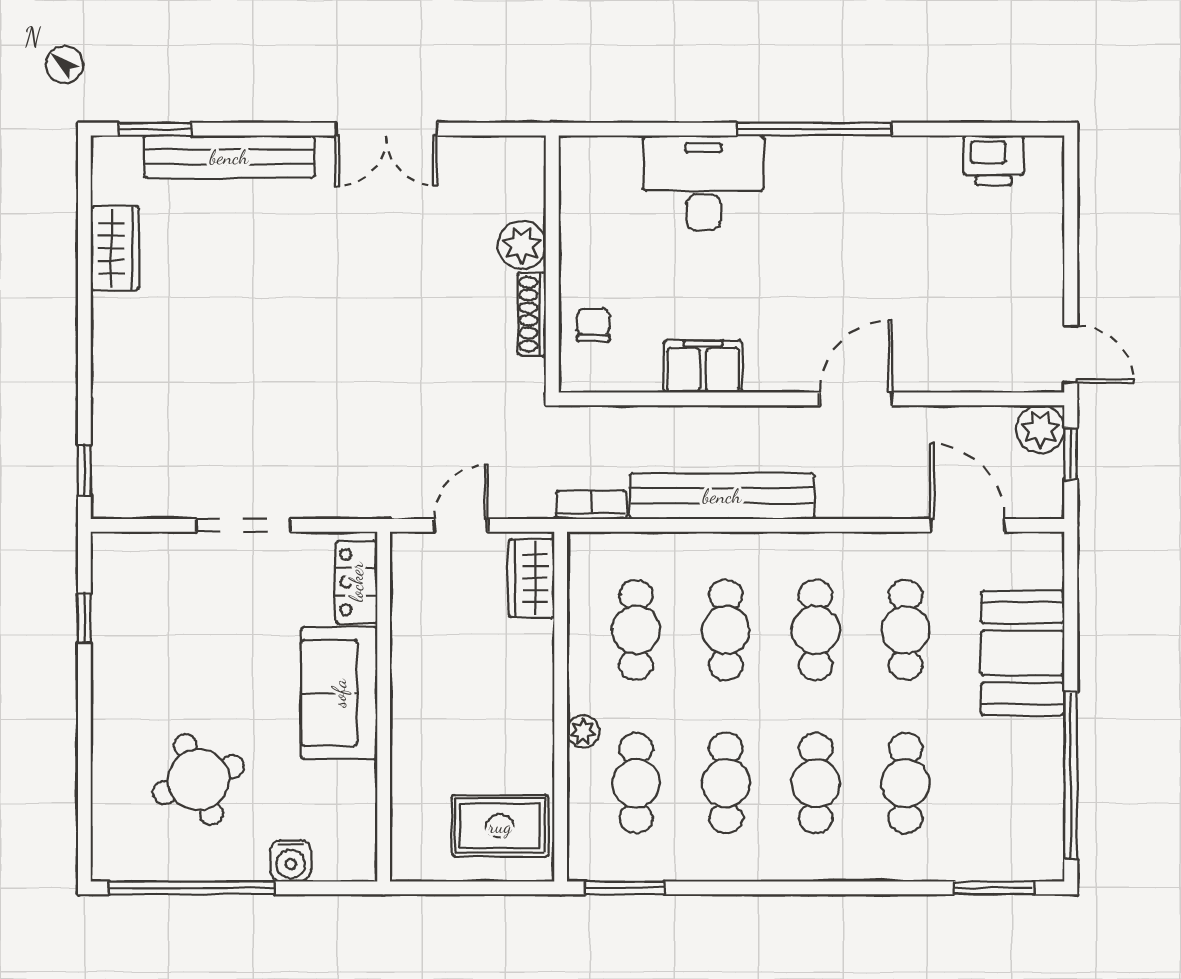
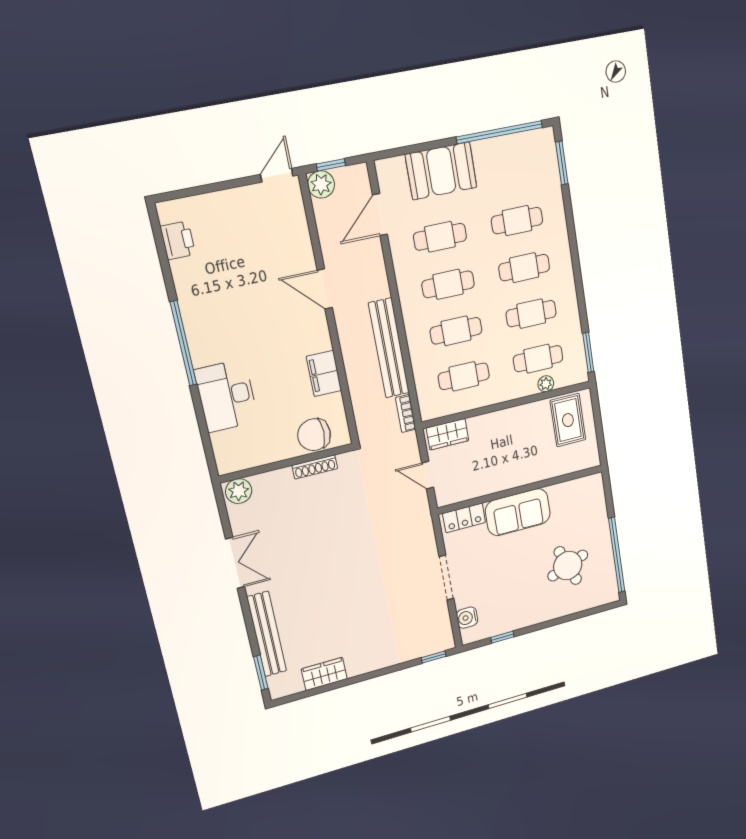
plant: (522, 245) -> (239, 491), moved
chair: (593, 325) -> (314, 435), width x1.87, depth x1.87
plant: (583, 732) -> (546, 384), moved
water cooler: (291, 861) -> (467, 618), moved, turned 180

